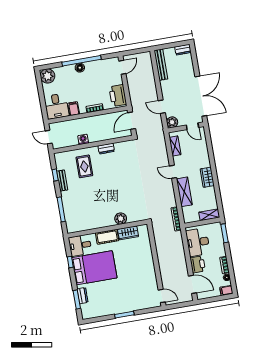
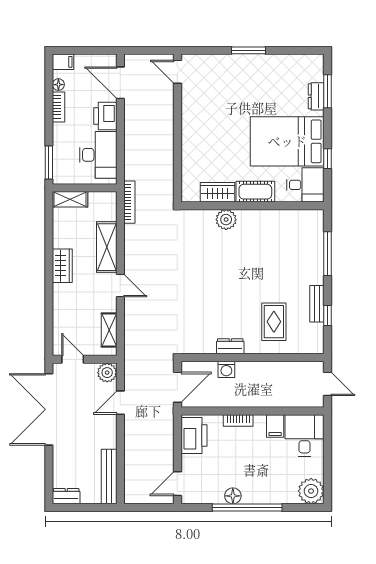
floor lamp: (80, 68) -> (233, 496), moved
door: (162, 107) -> (120, 403), swing flipped
washing machine: (83, 139) -> (226, 369), moved

